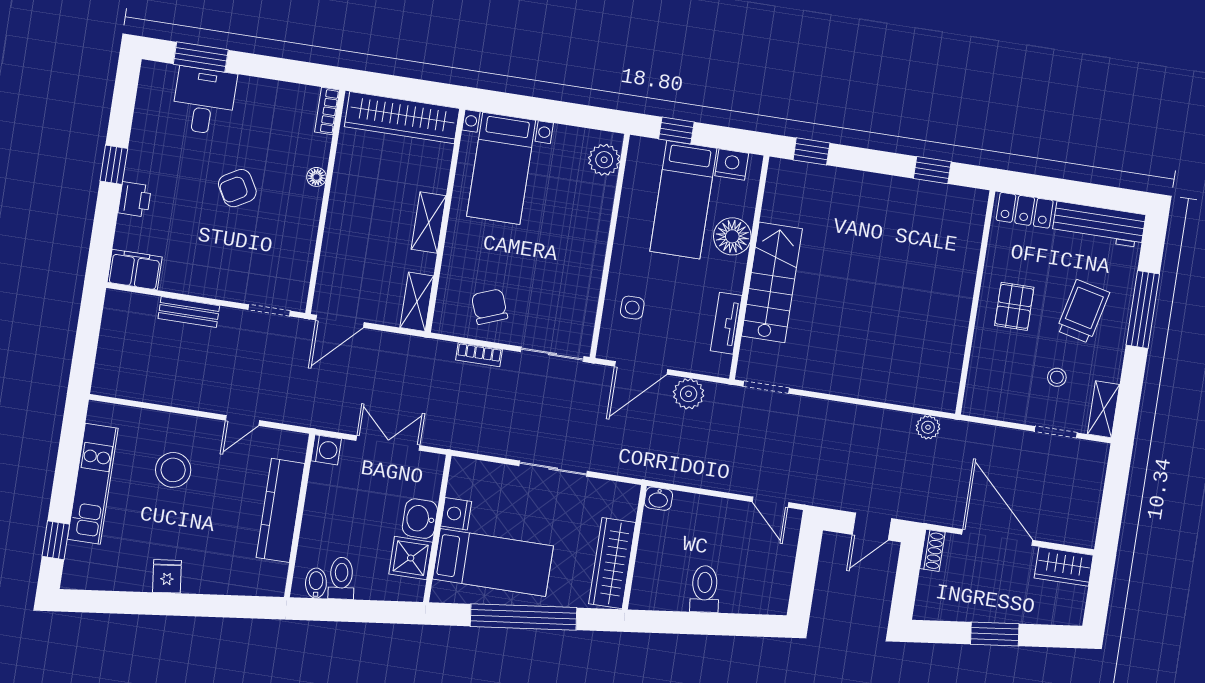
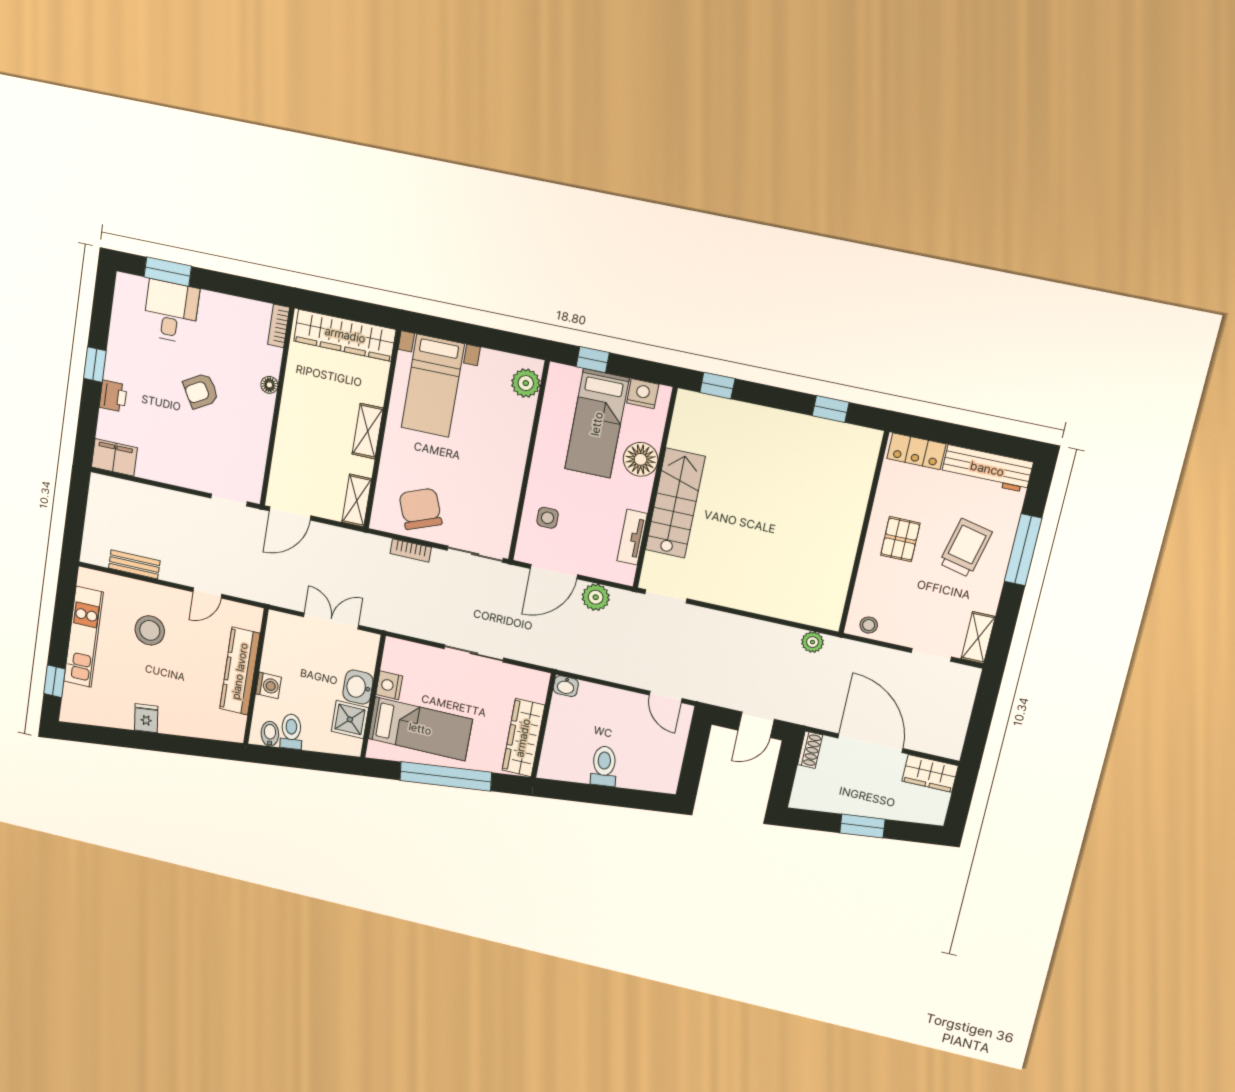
chair: (490, 307) -> (420, 509), width x1.37, depth x1.37
bench: (189, 312) -> (134, 564), moved
stool: (1057, 377) -> (869, 625), moved
washing machine: (326, 450) -> (268, 685), moved

